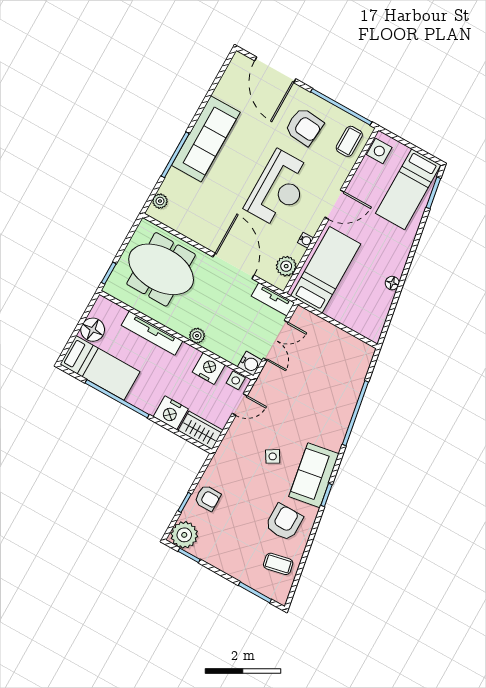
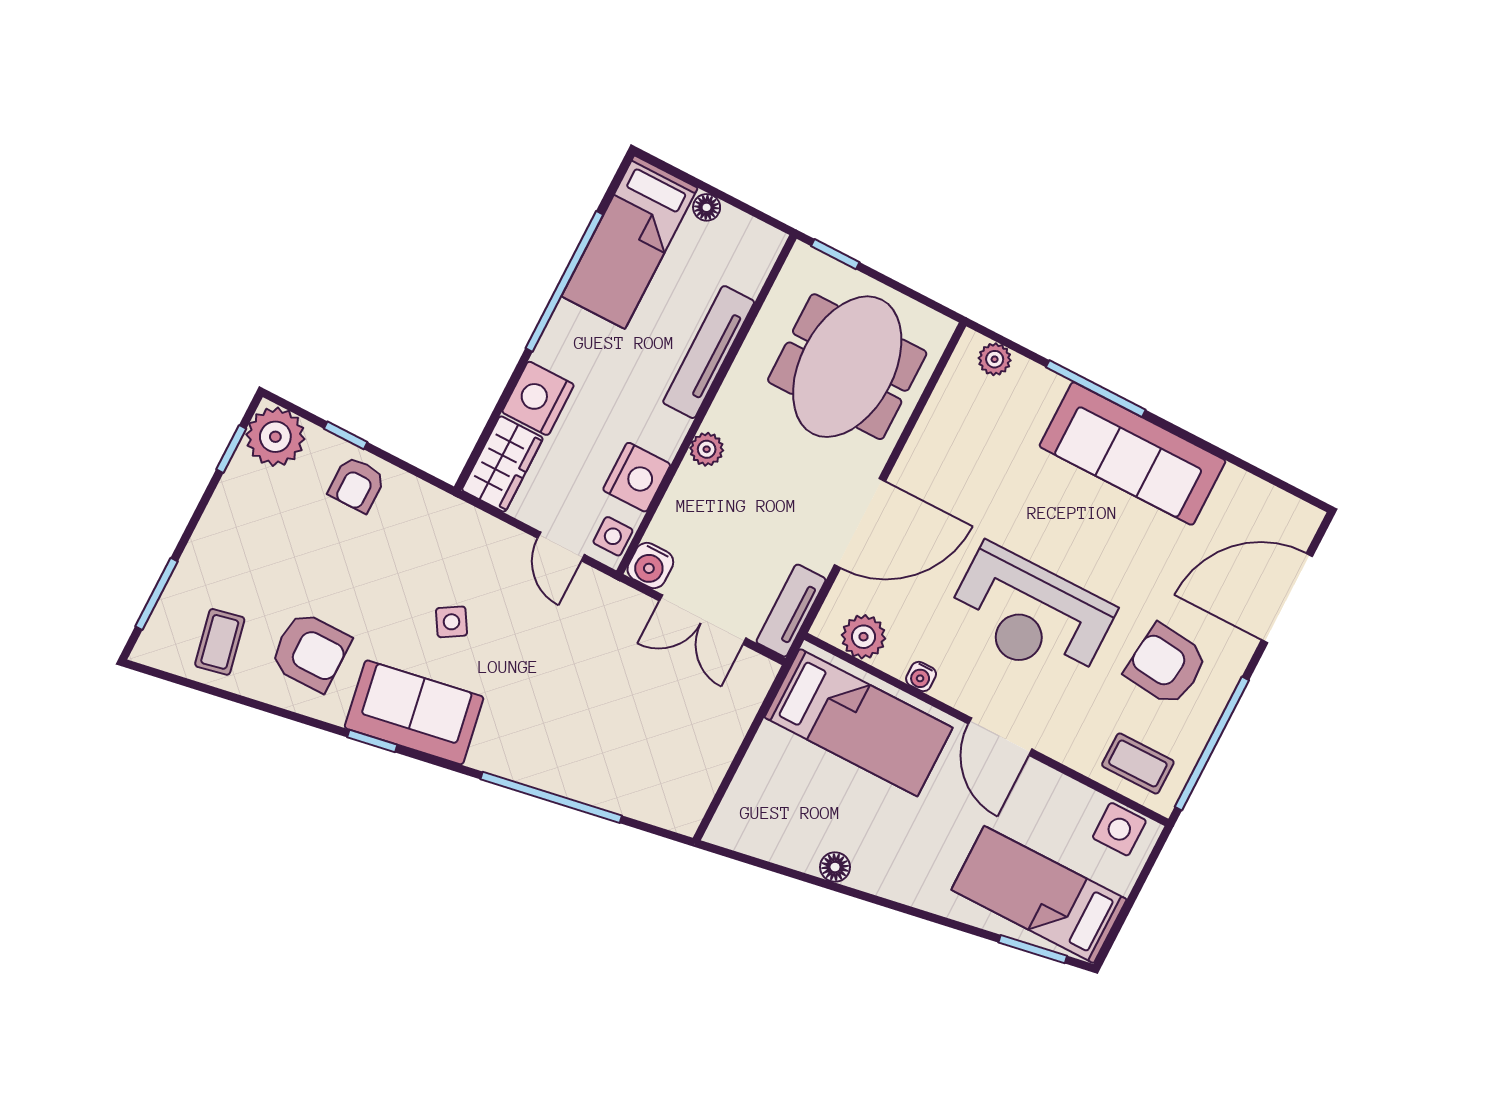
armchair: (304, 127) -> (1166, 665), turned 91
floor lamp: (93, 330) -> (707, 207), width x0.53, depth x0.53

